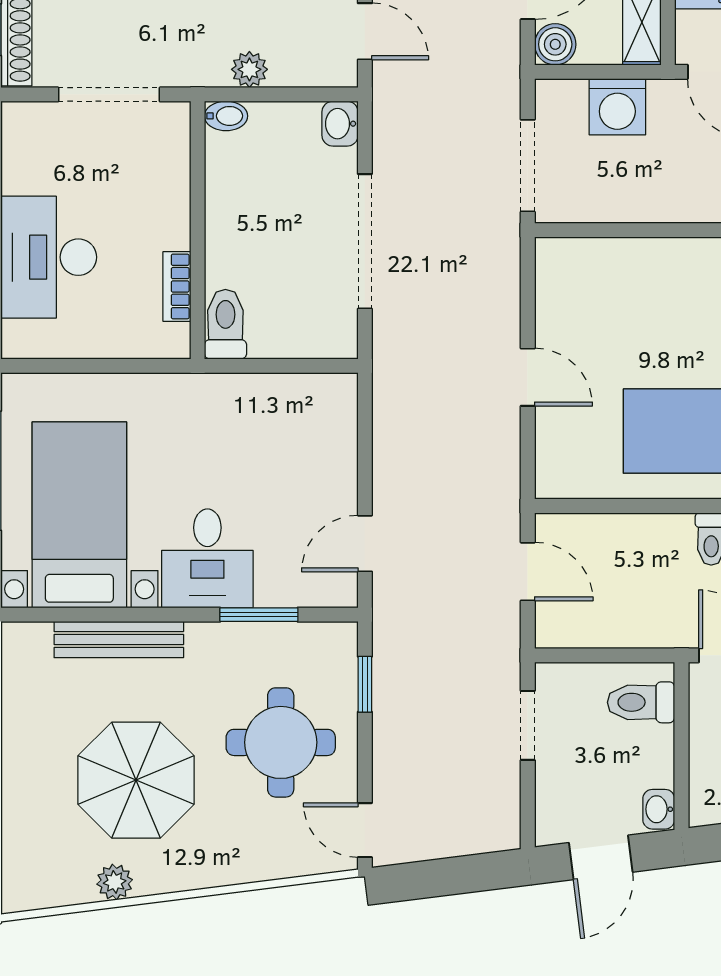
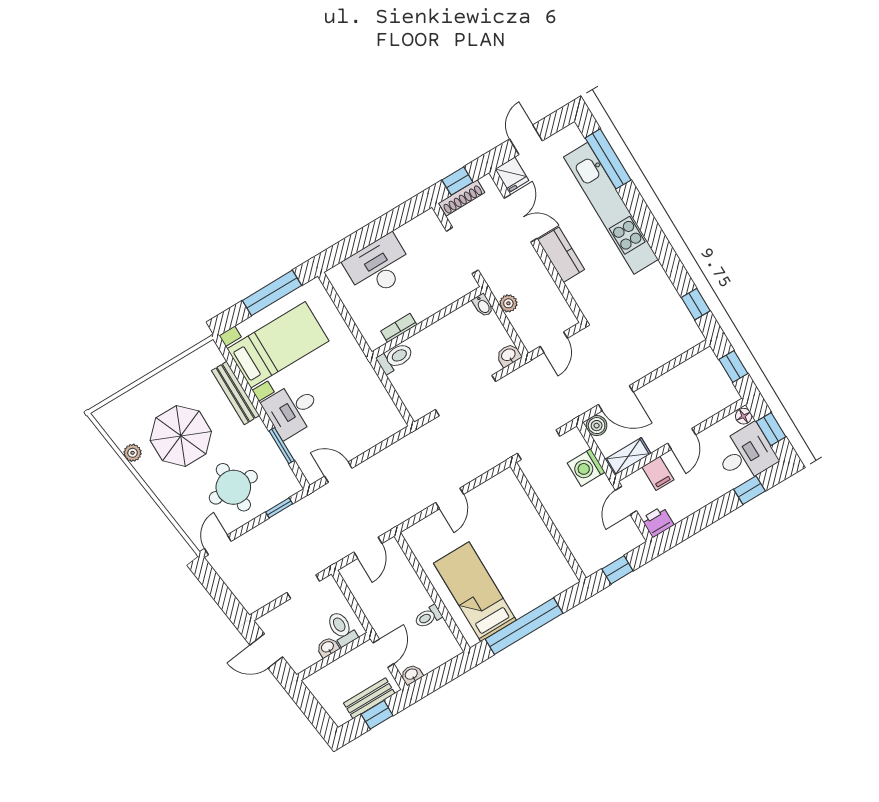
washbasin: (659, 809) -> (328, 647), moved

